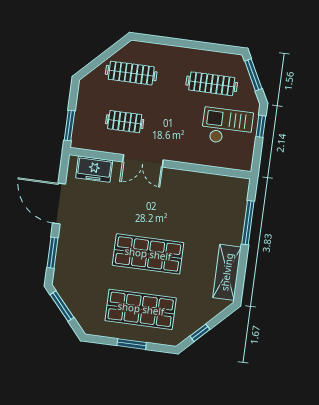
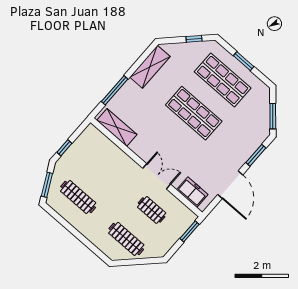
checkout: (227, 127) -> (87, 162), removed
shelving: (220, 185) -> (117, 127), added

